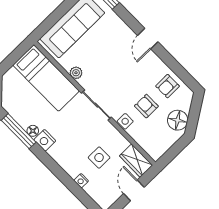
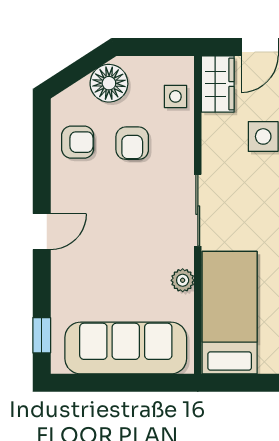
side table: (125, 121) -> (175, 96), moved

